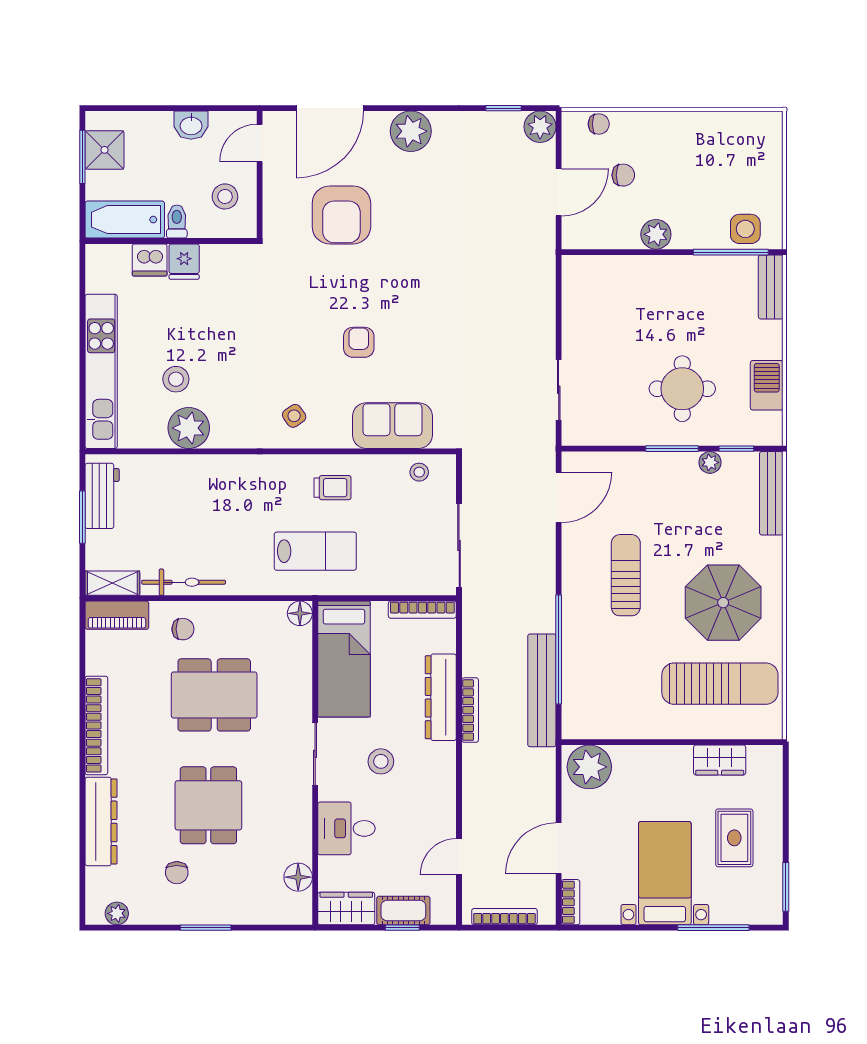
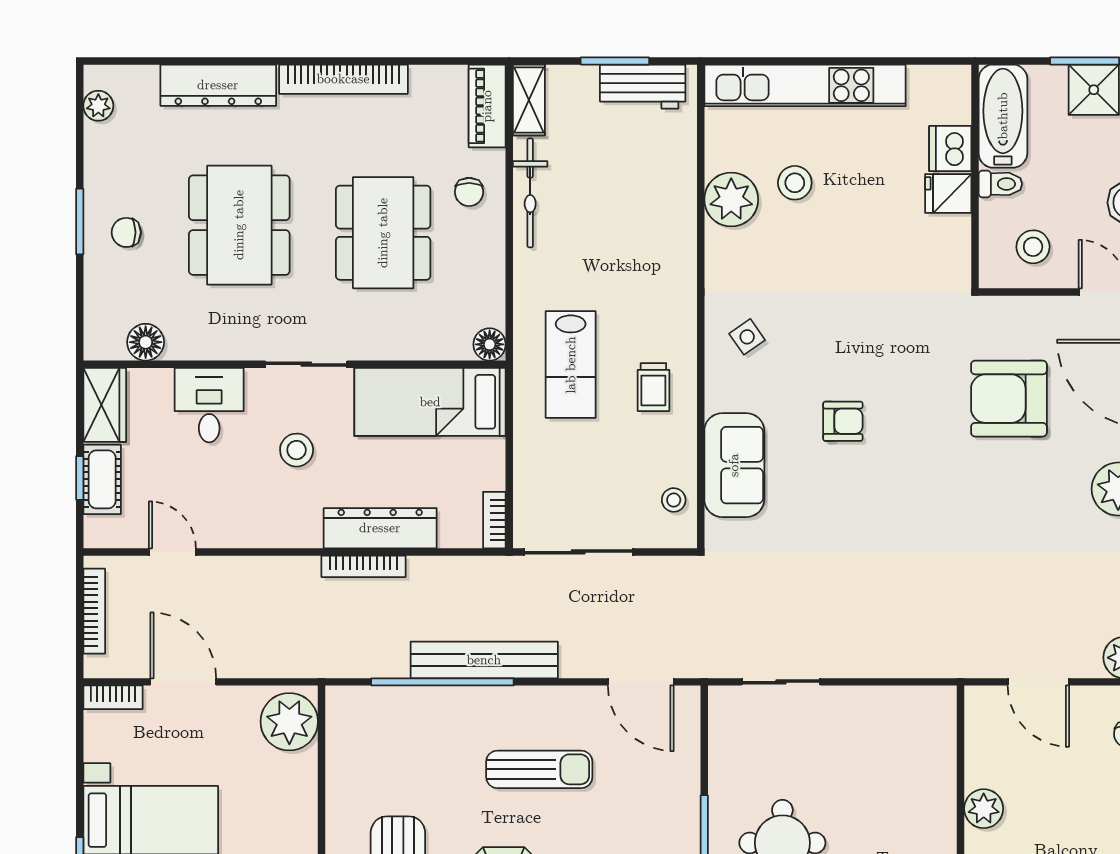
chair: (623, 175) -> (1061, 766), removed
bookcase: (422, 610) -> (494, 520), width x0.64
bench: (542, 690) -> (484, 660), moved
dining table: (208, 805) -> (239, 225), width x1.38
chair: (177, 873) -> (126, 232), moved

